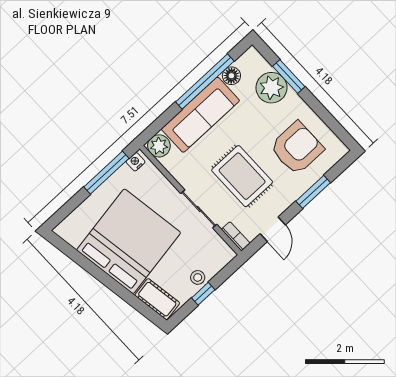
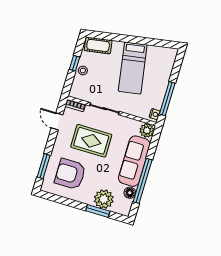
armchair: (297, 148) -> (70, 174), turned 90
window: (313, 192) -> (44, 166), moved
bed: (129, 241) -> (133, 68), width x0.49

